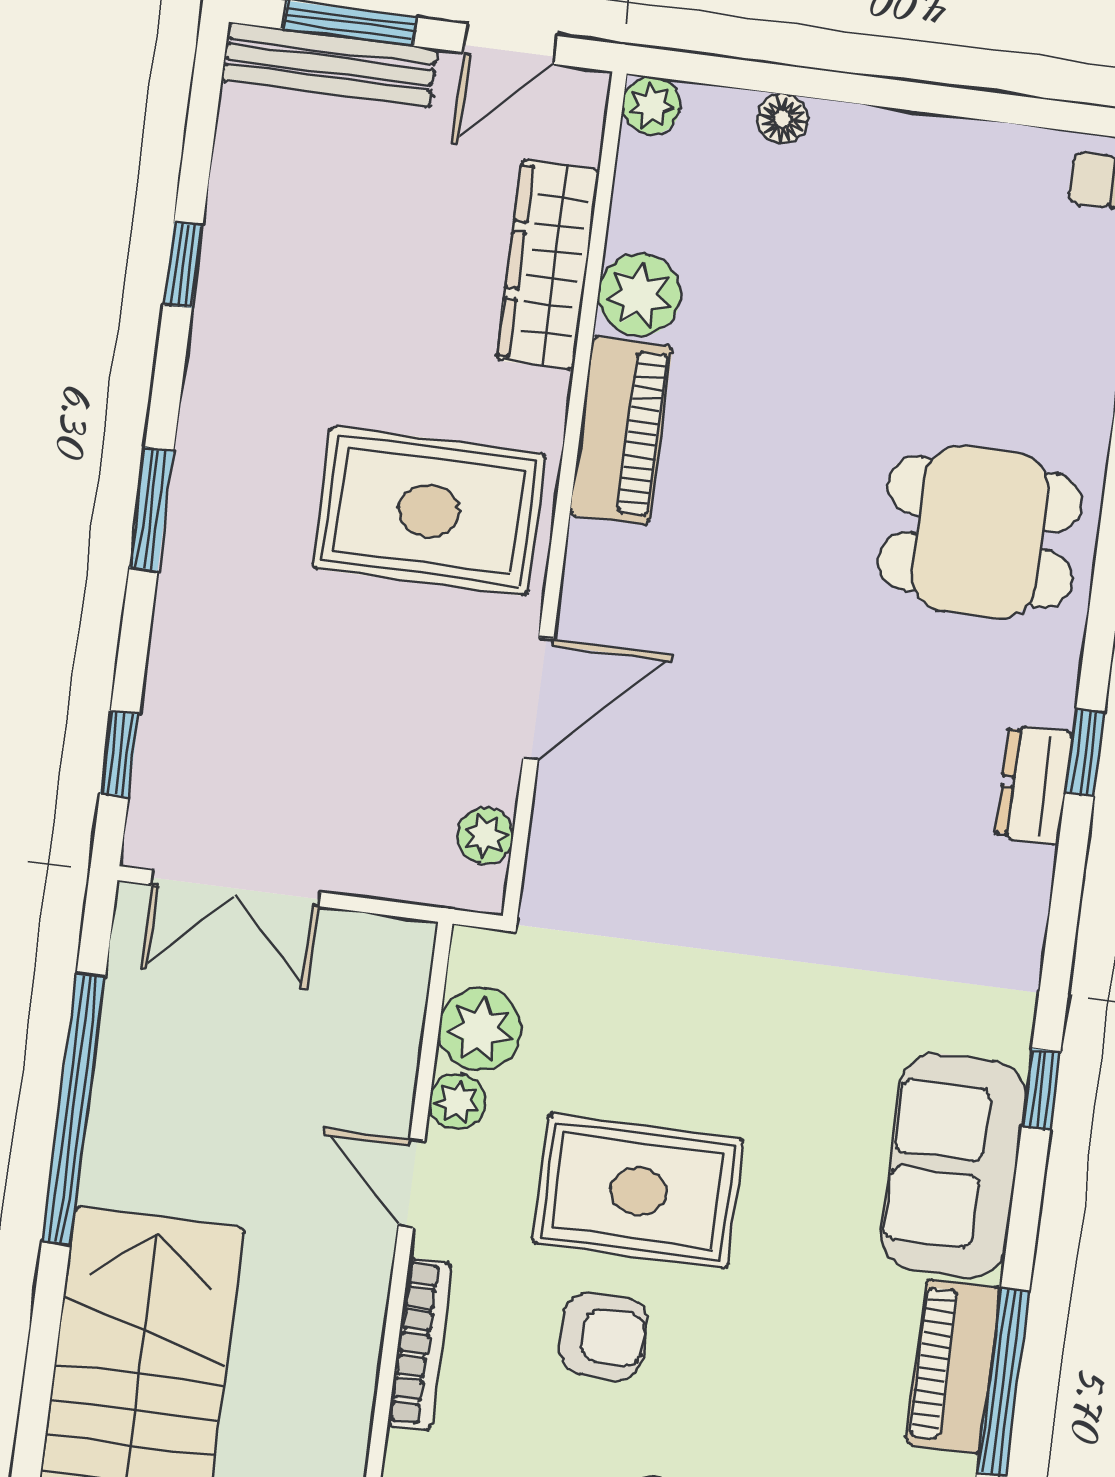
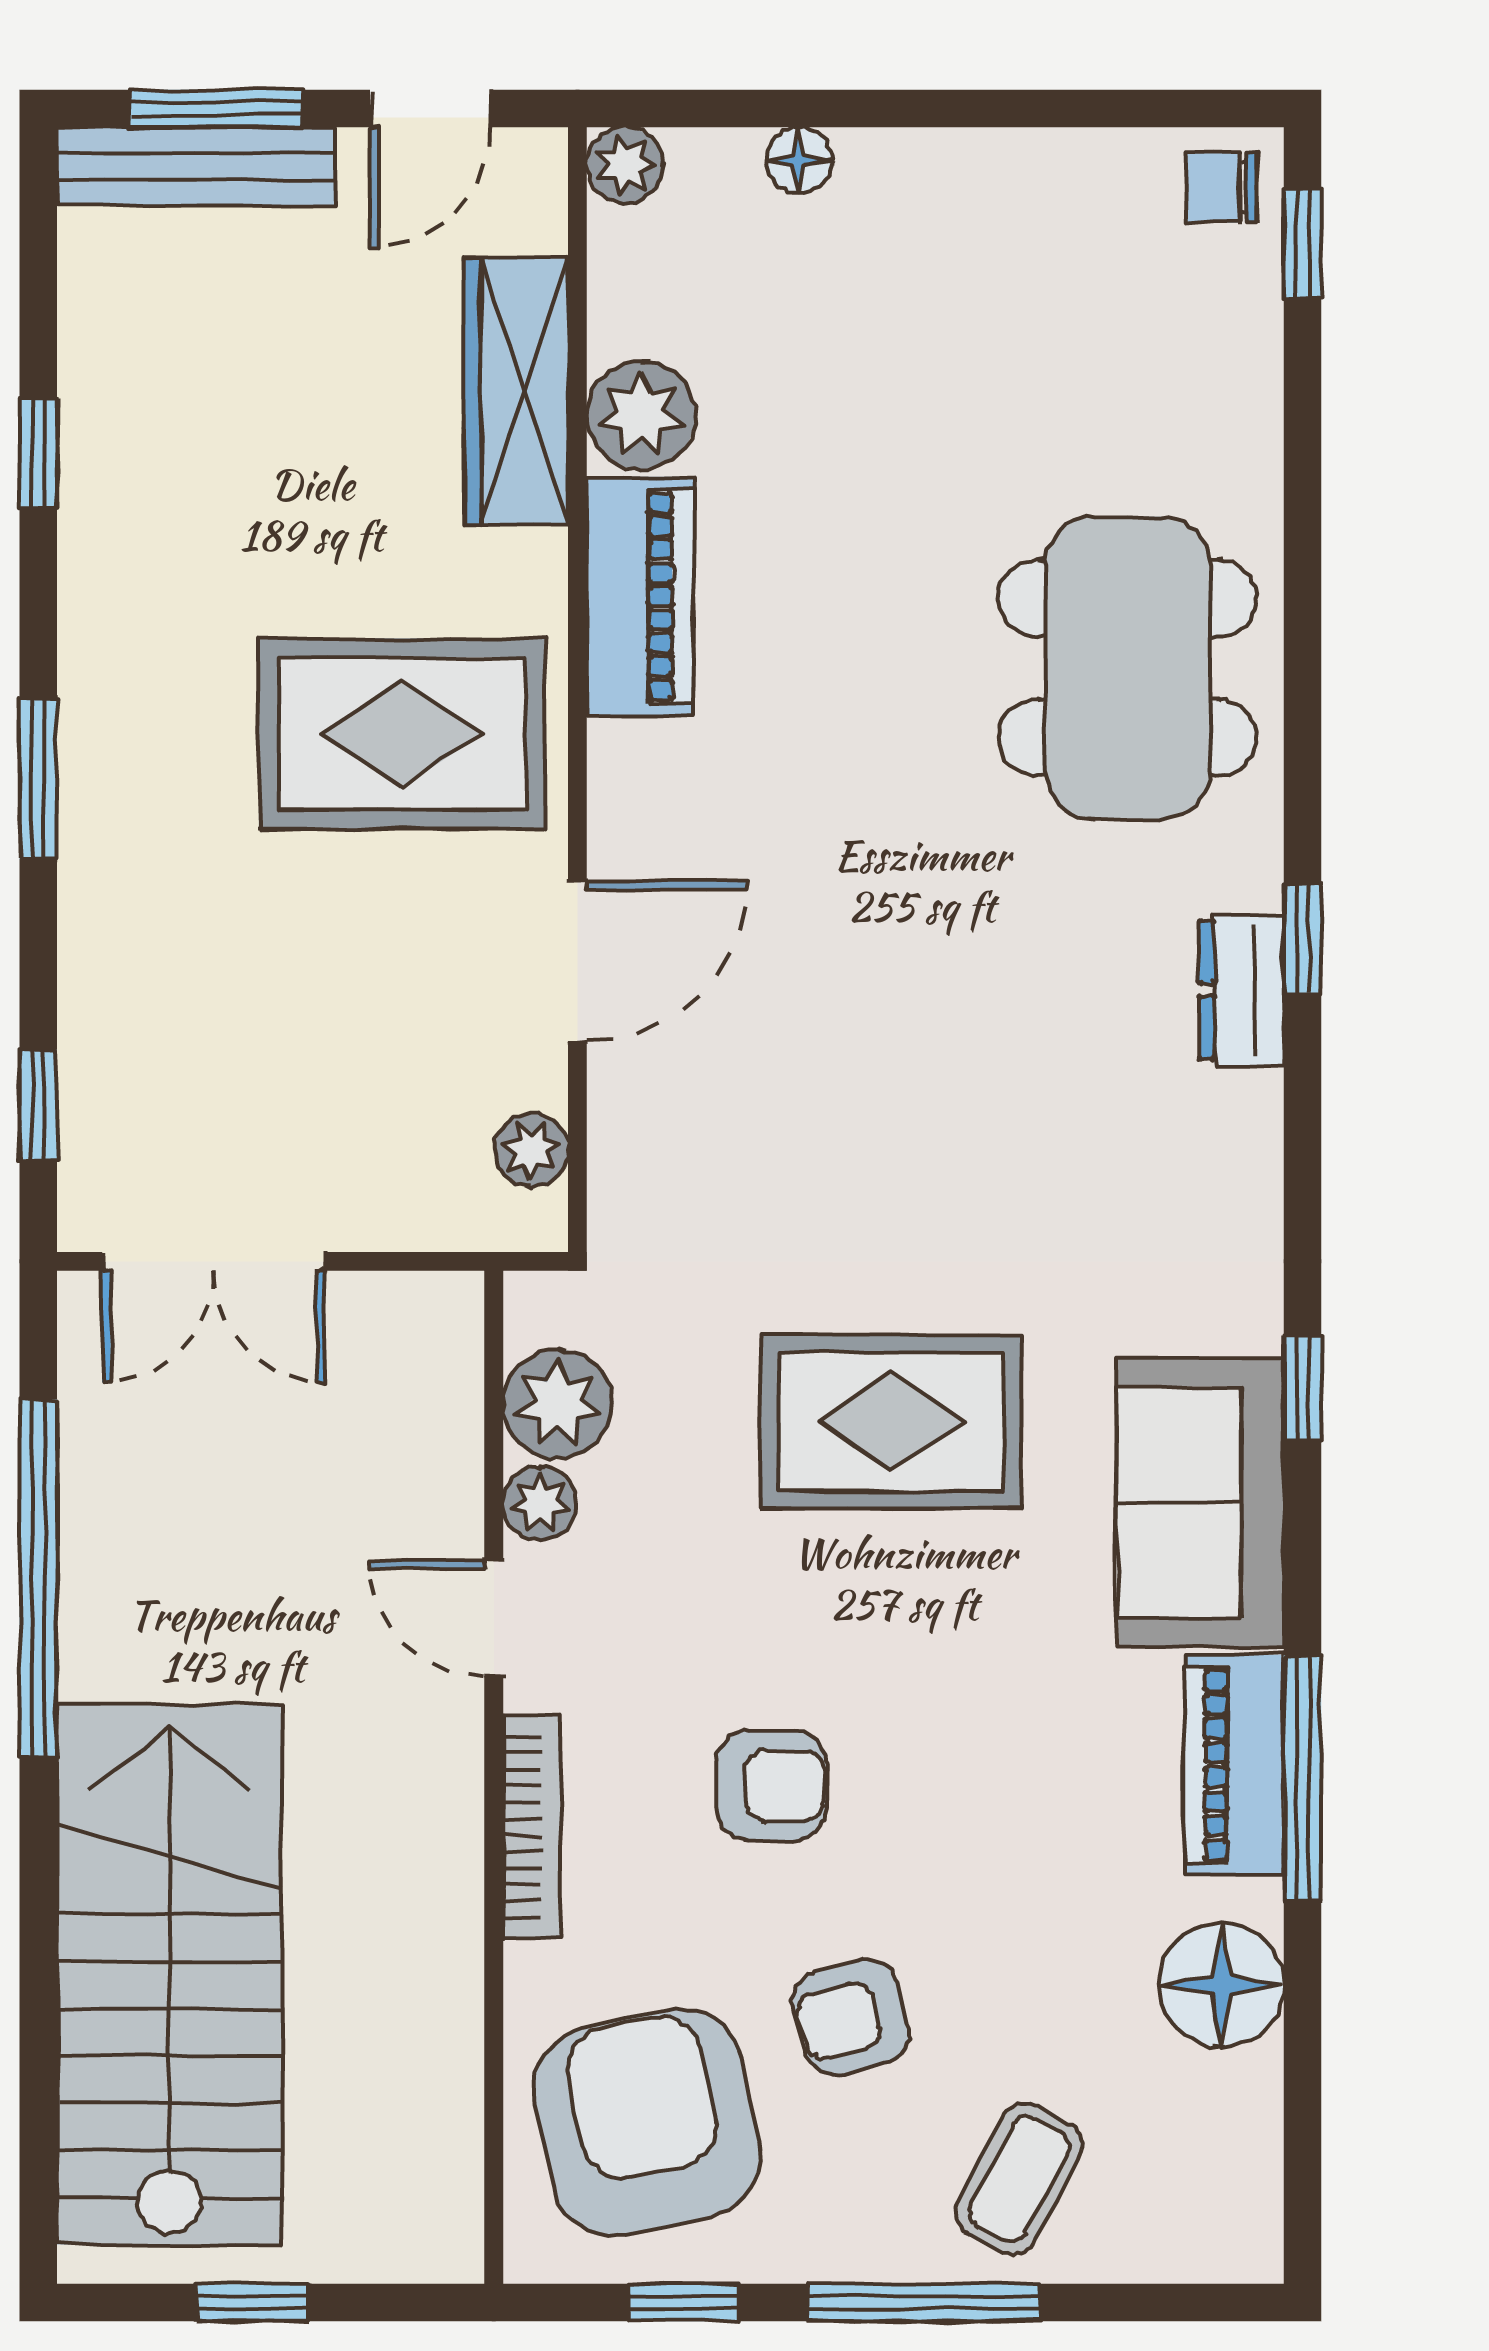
dining table: (980, 532) -> (1128, 668), width x1.38
rug: (638, 1191) -> (891, 1421), moved

